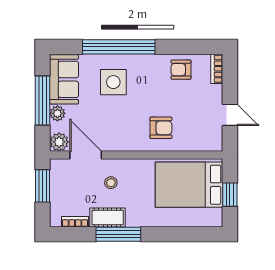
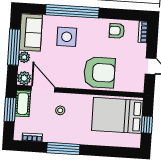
armchair: (161, 128) -> (99, 72), width x1.88, depth x1.88
cot: (108, 217) -> (23, 104), moved, turned 90

